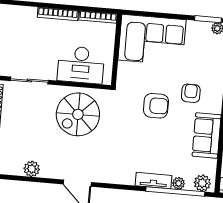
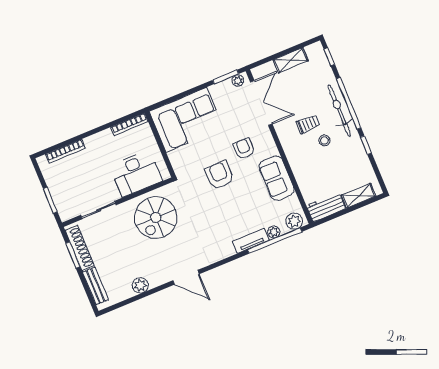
bookcase: (58, 14) -> (65, 151), moved
armchair: (156, 106) -> (219, 175), turned -90

